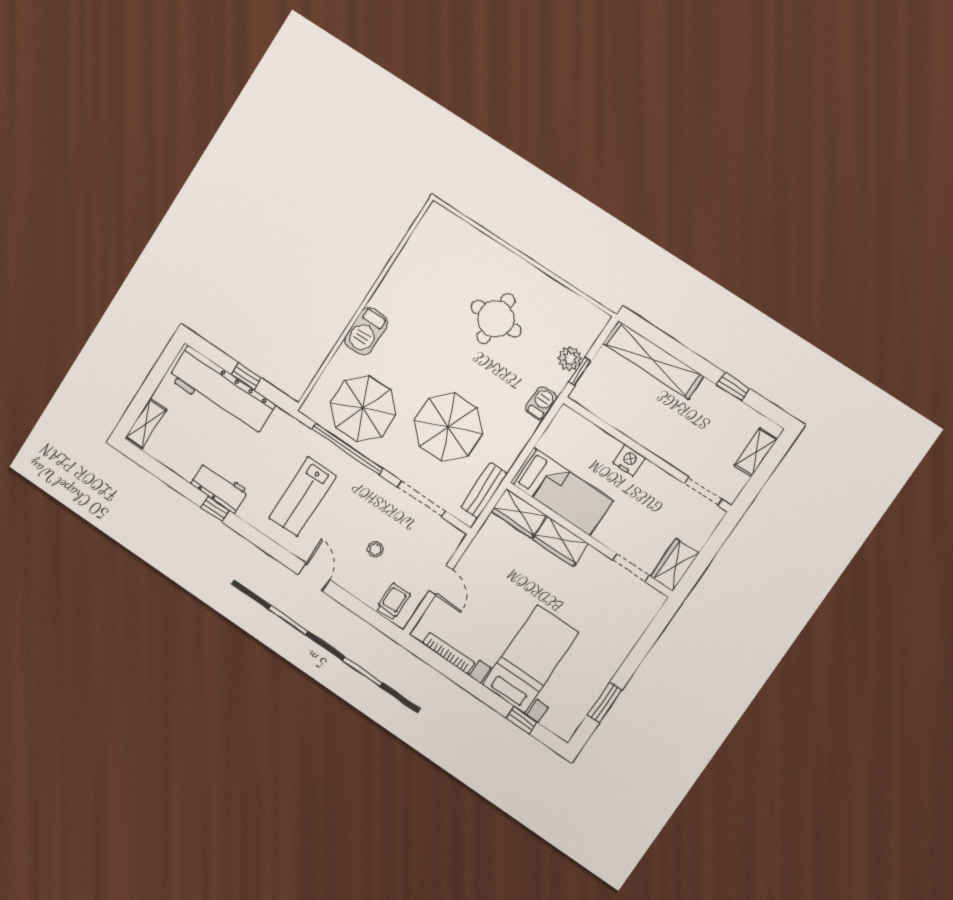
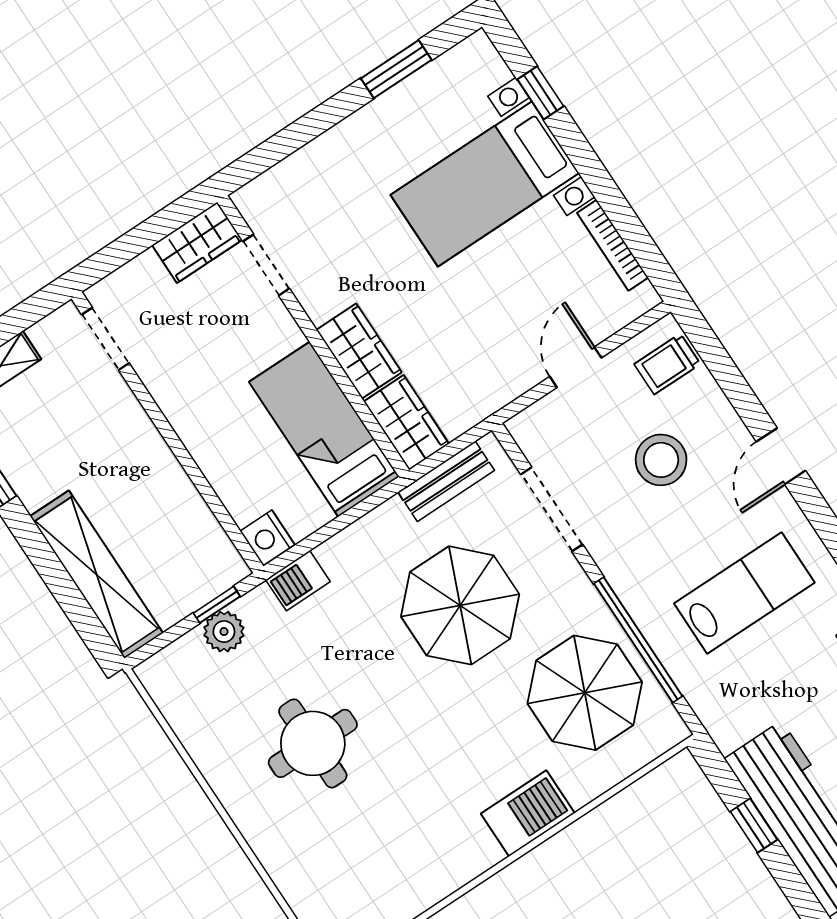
nightstand: (629, 460) -> (267, 538), moved
stool: (375, 549) -> (661, 460), width x1.89, depth x1.89

